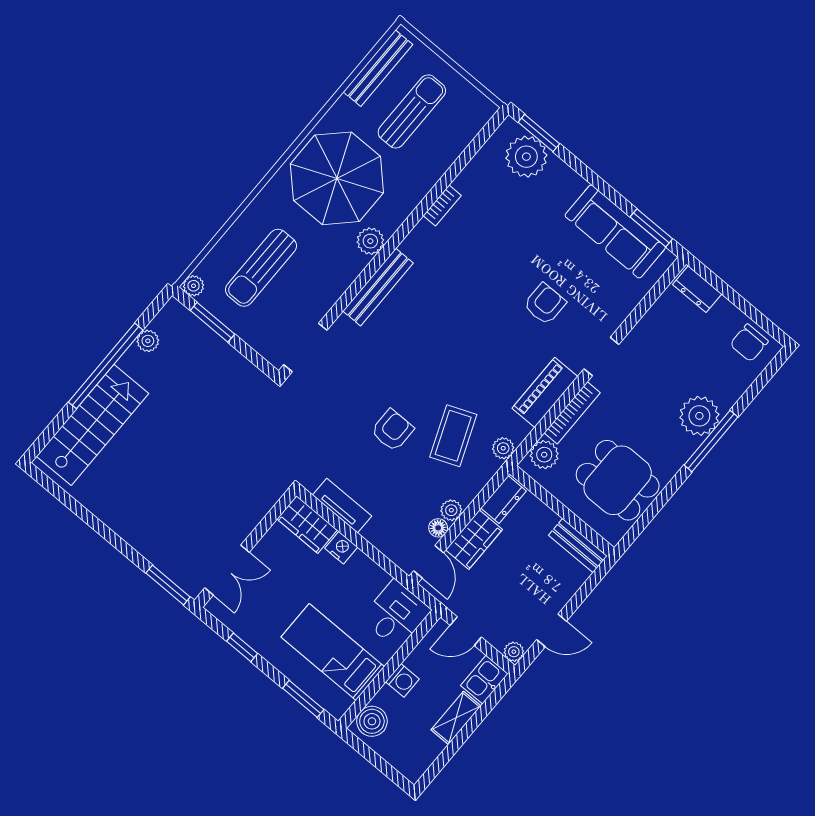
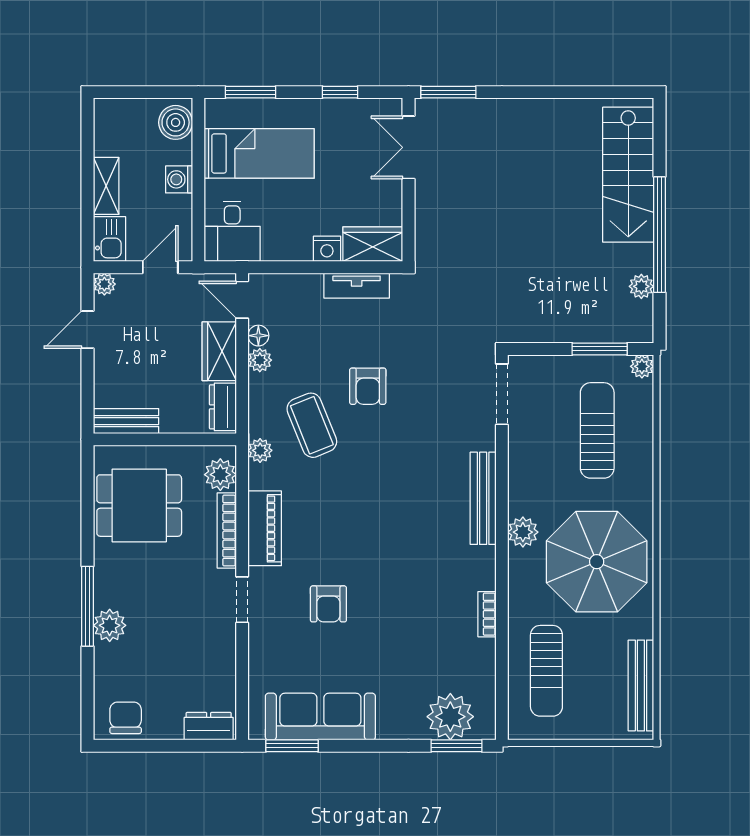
sun lounger: (412, 111) -> (546, 671), moved
plant: (699, 416) -> (110, 625), width x0.73, depth x0.73

